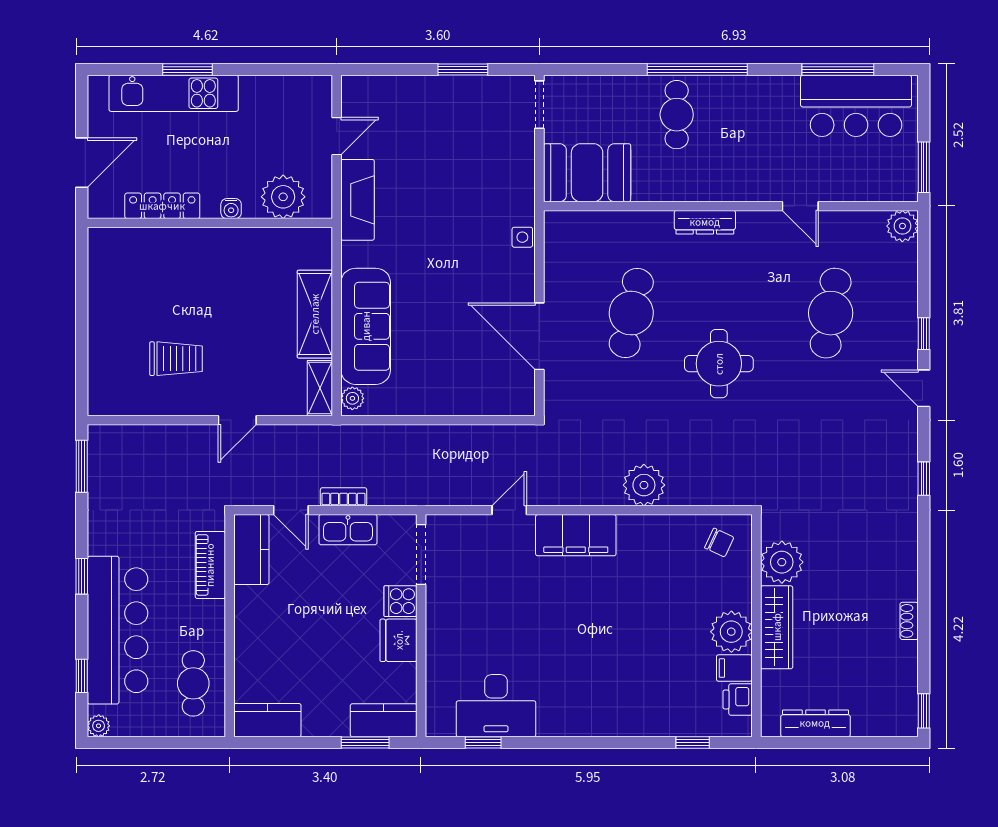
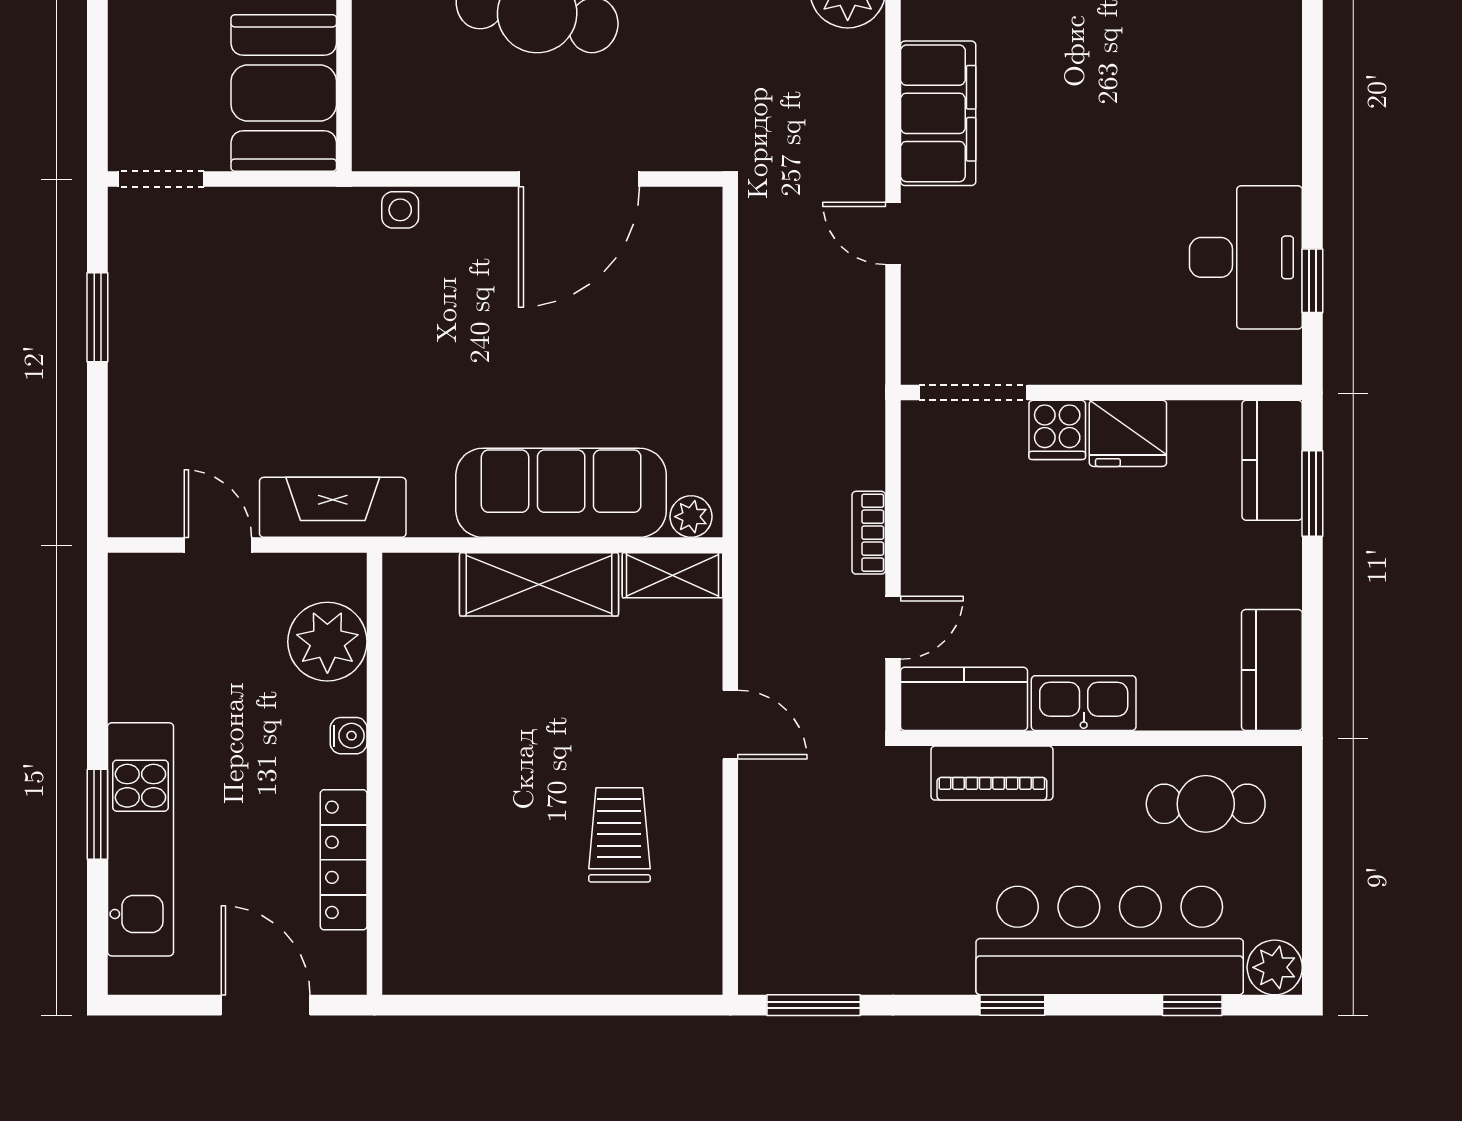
kitchen sink: (348, 530) -> (1084, 703), moved, turned -90
plant: (99, 726) -> (1275, 967), width x1.38, depth x1.38

